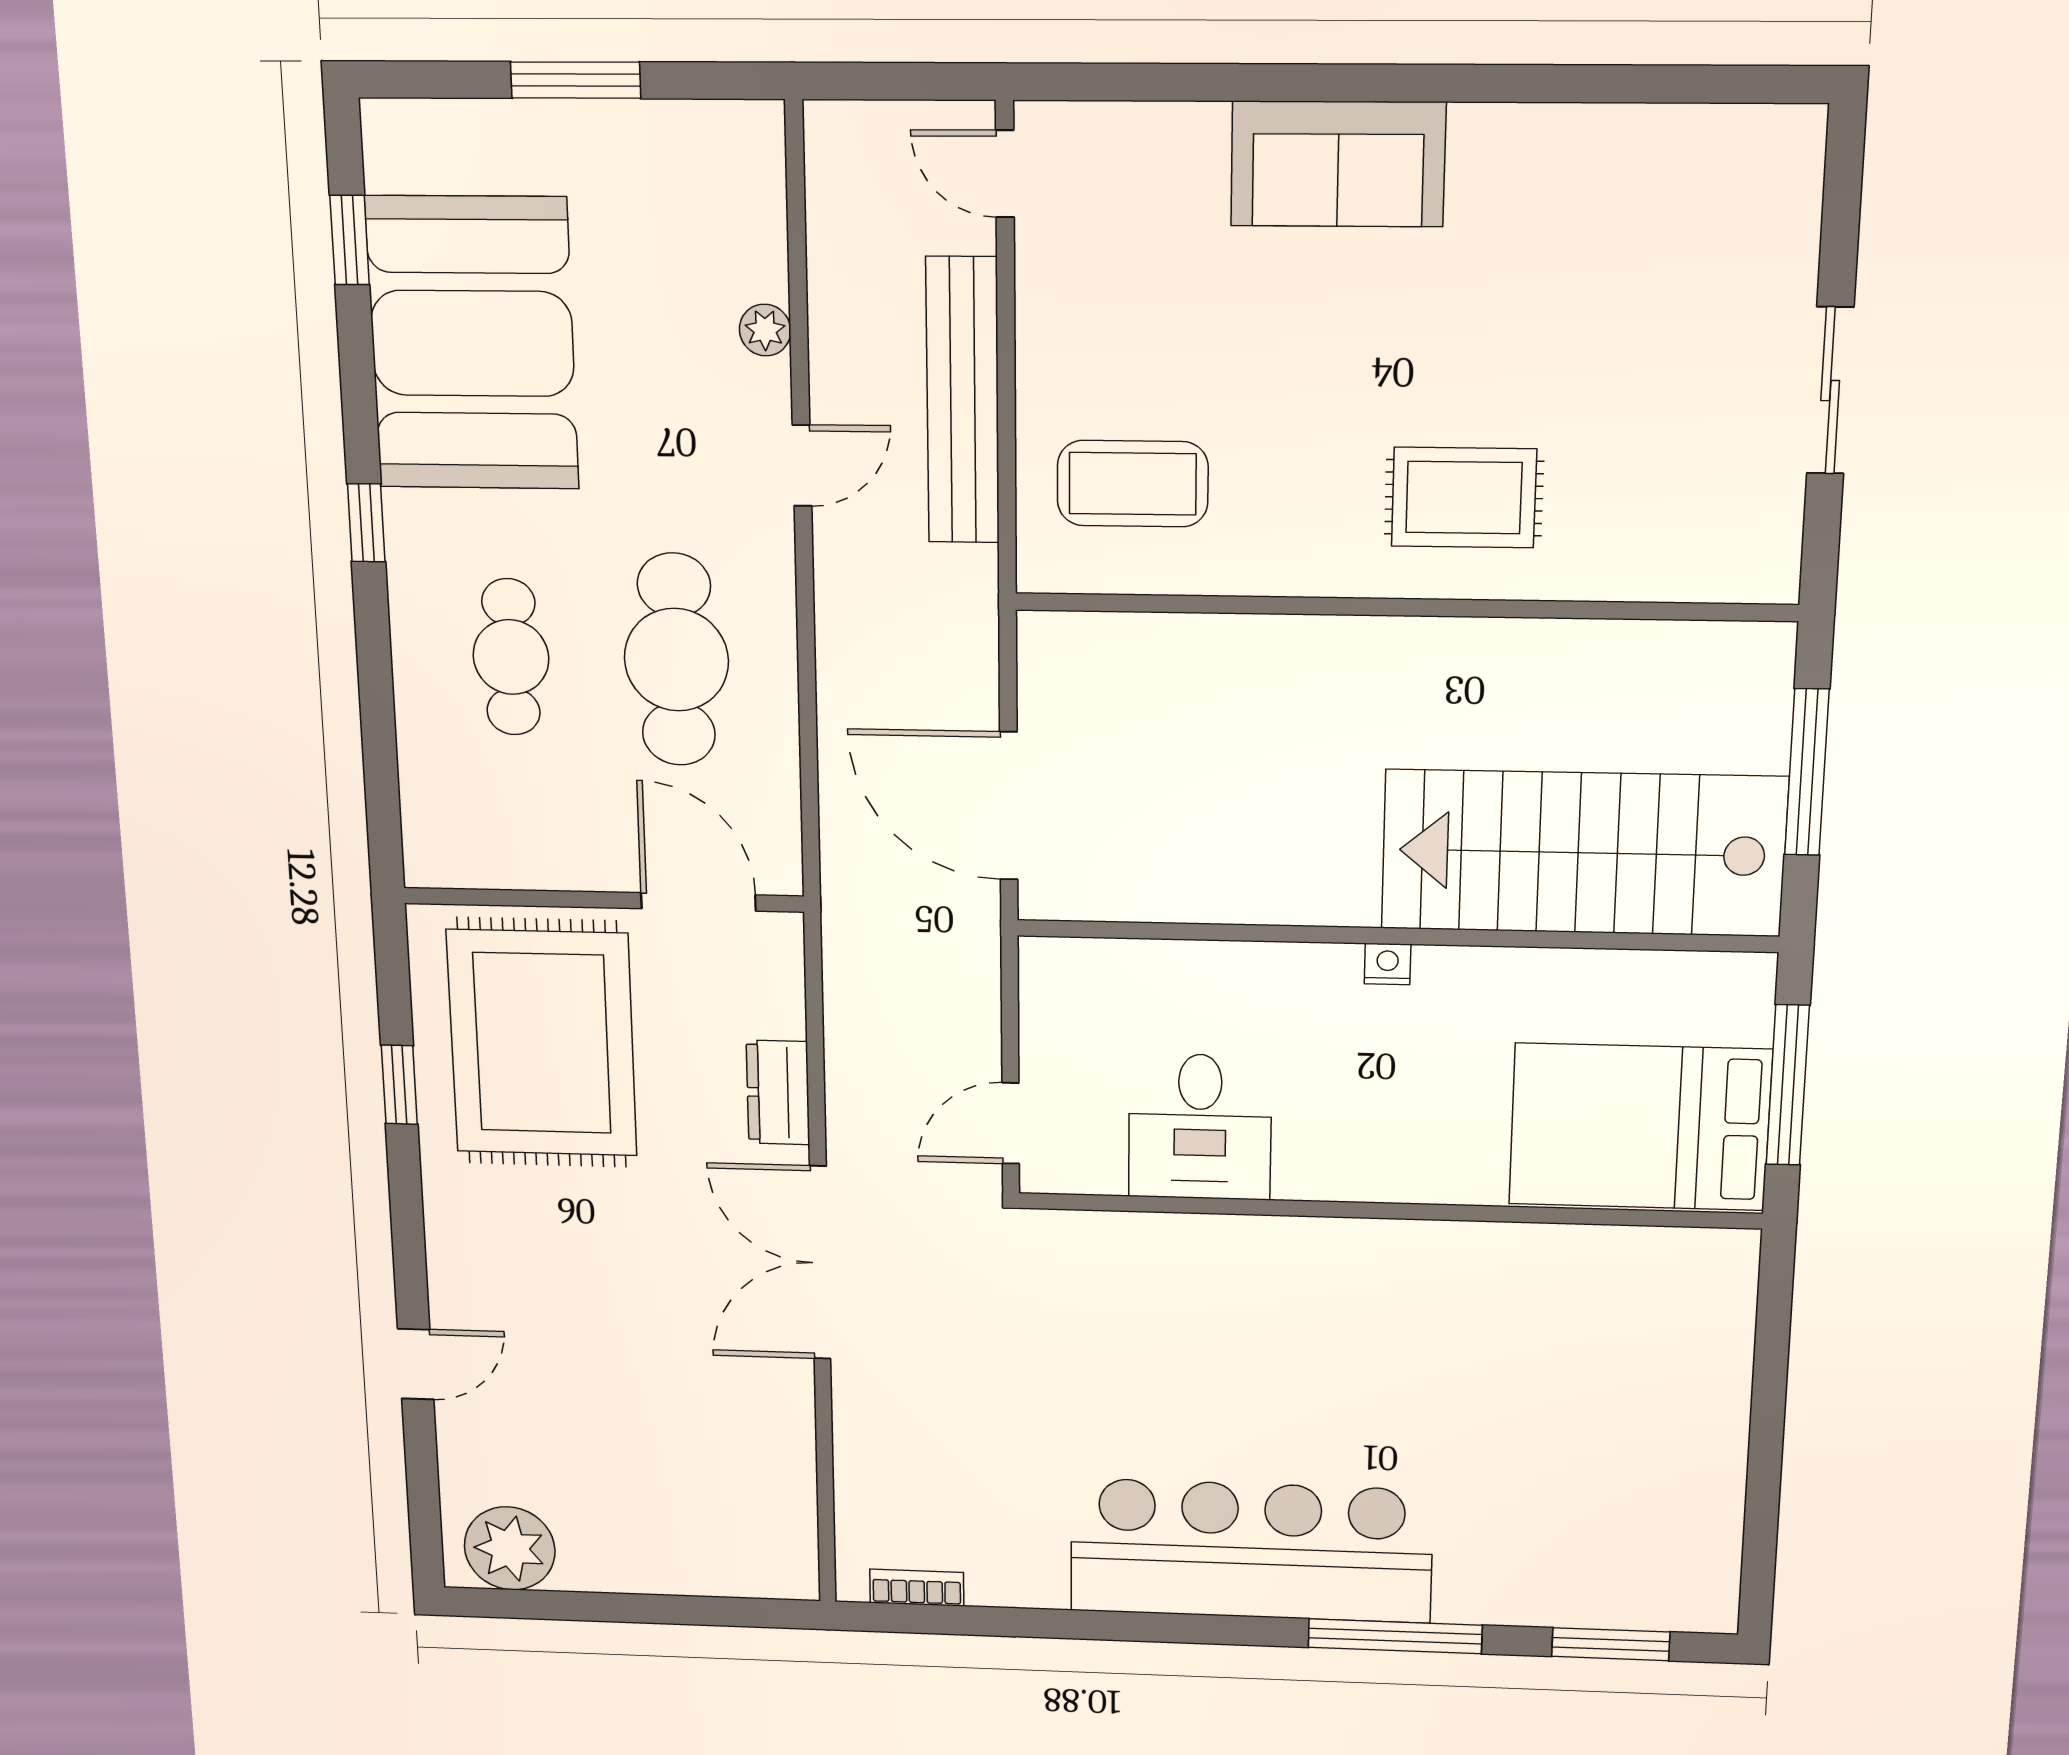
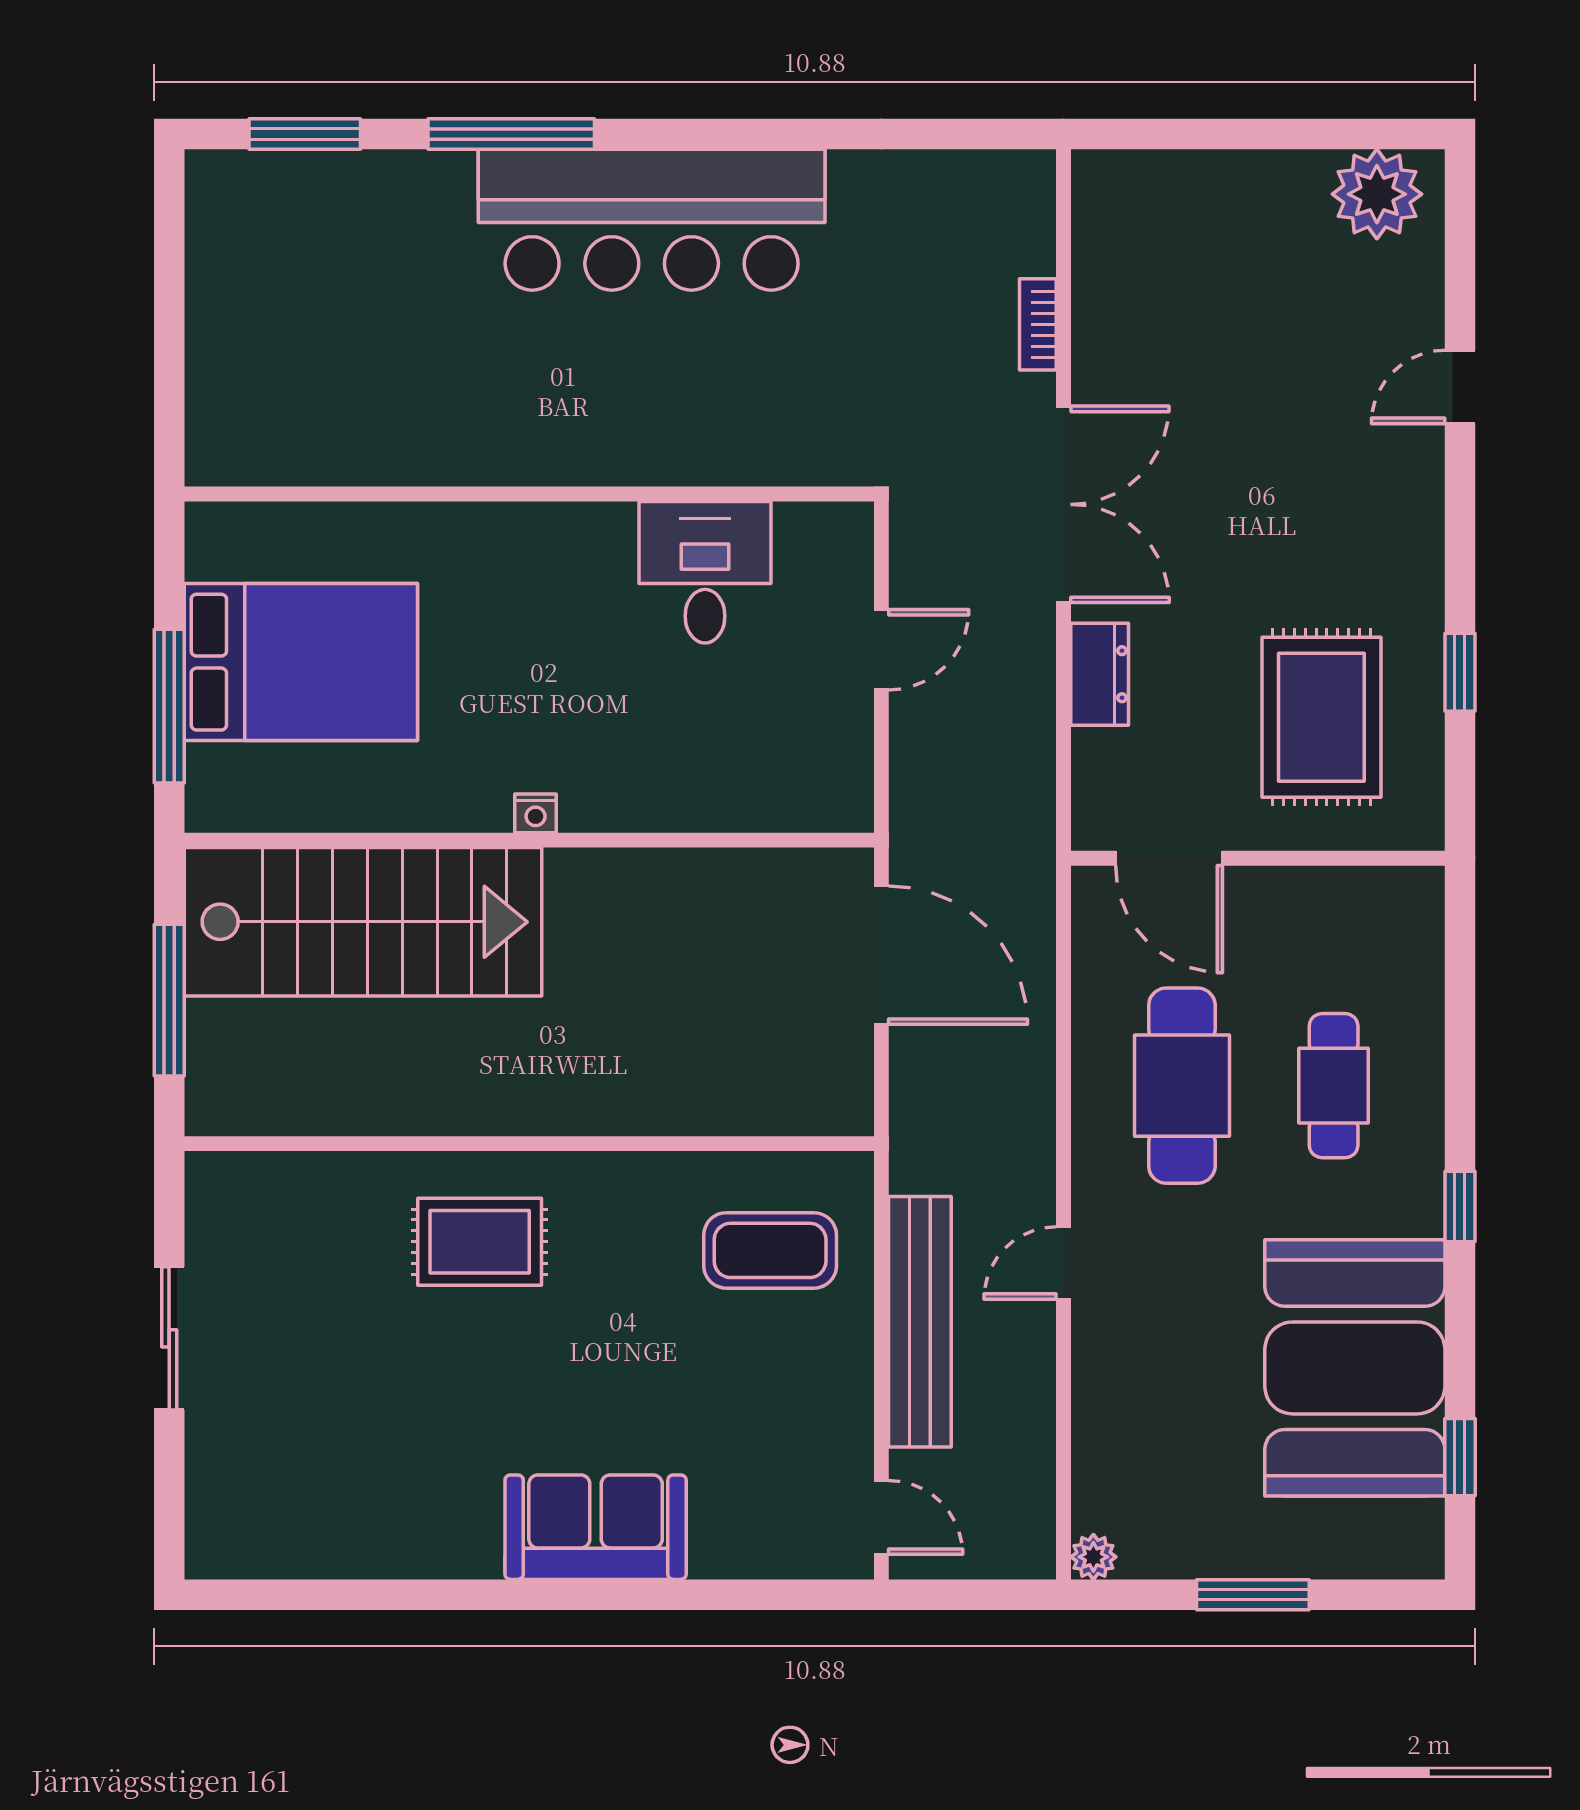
plant: (765, 330) -> (1093, 1557), moved
rug: (542, 1043) -> (1321, 717), width x0.73, depth x0.69
desk: (1200, 1127) -> (705, 572), moved
wall: (1388, 1211) -> (529, 494), moved
bookcase: (917, 1588) -> (1038, 324), moved, turned 90

